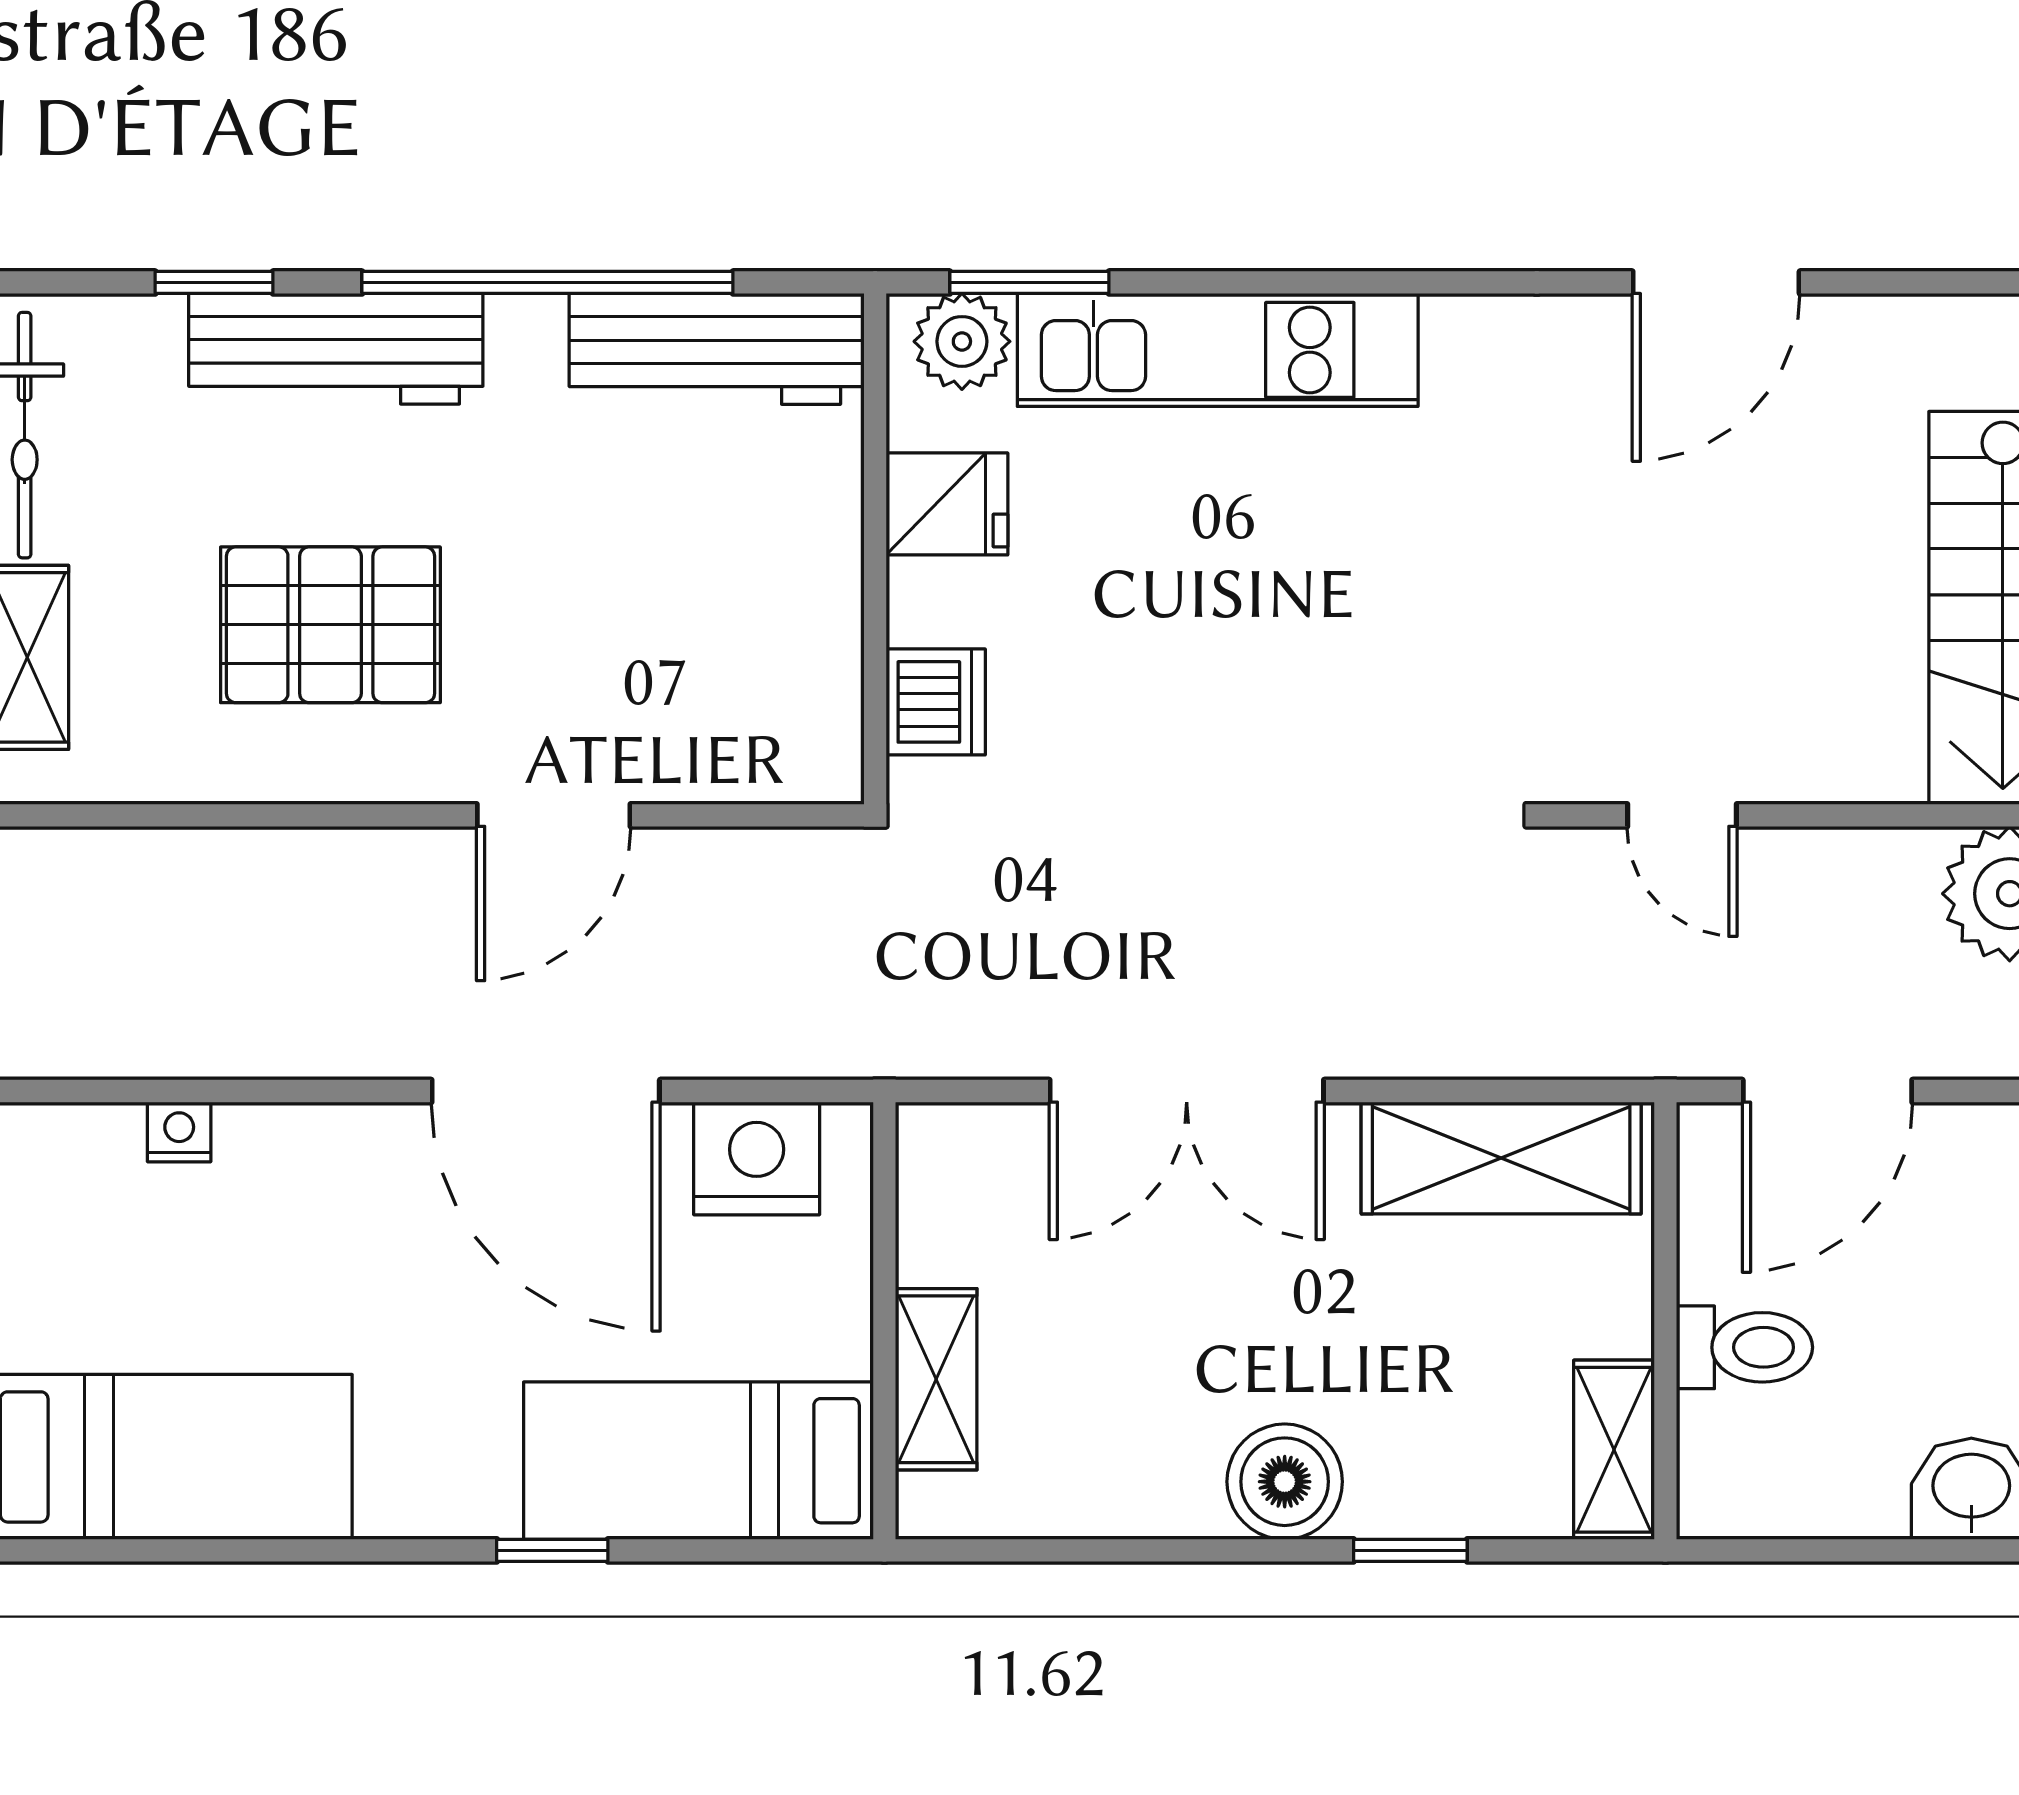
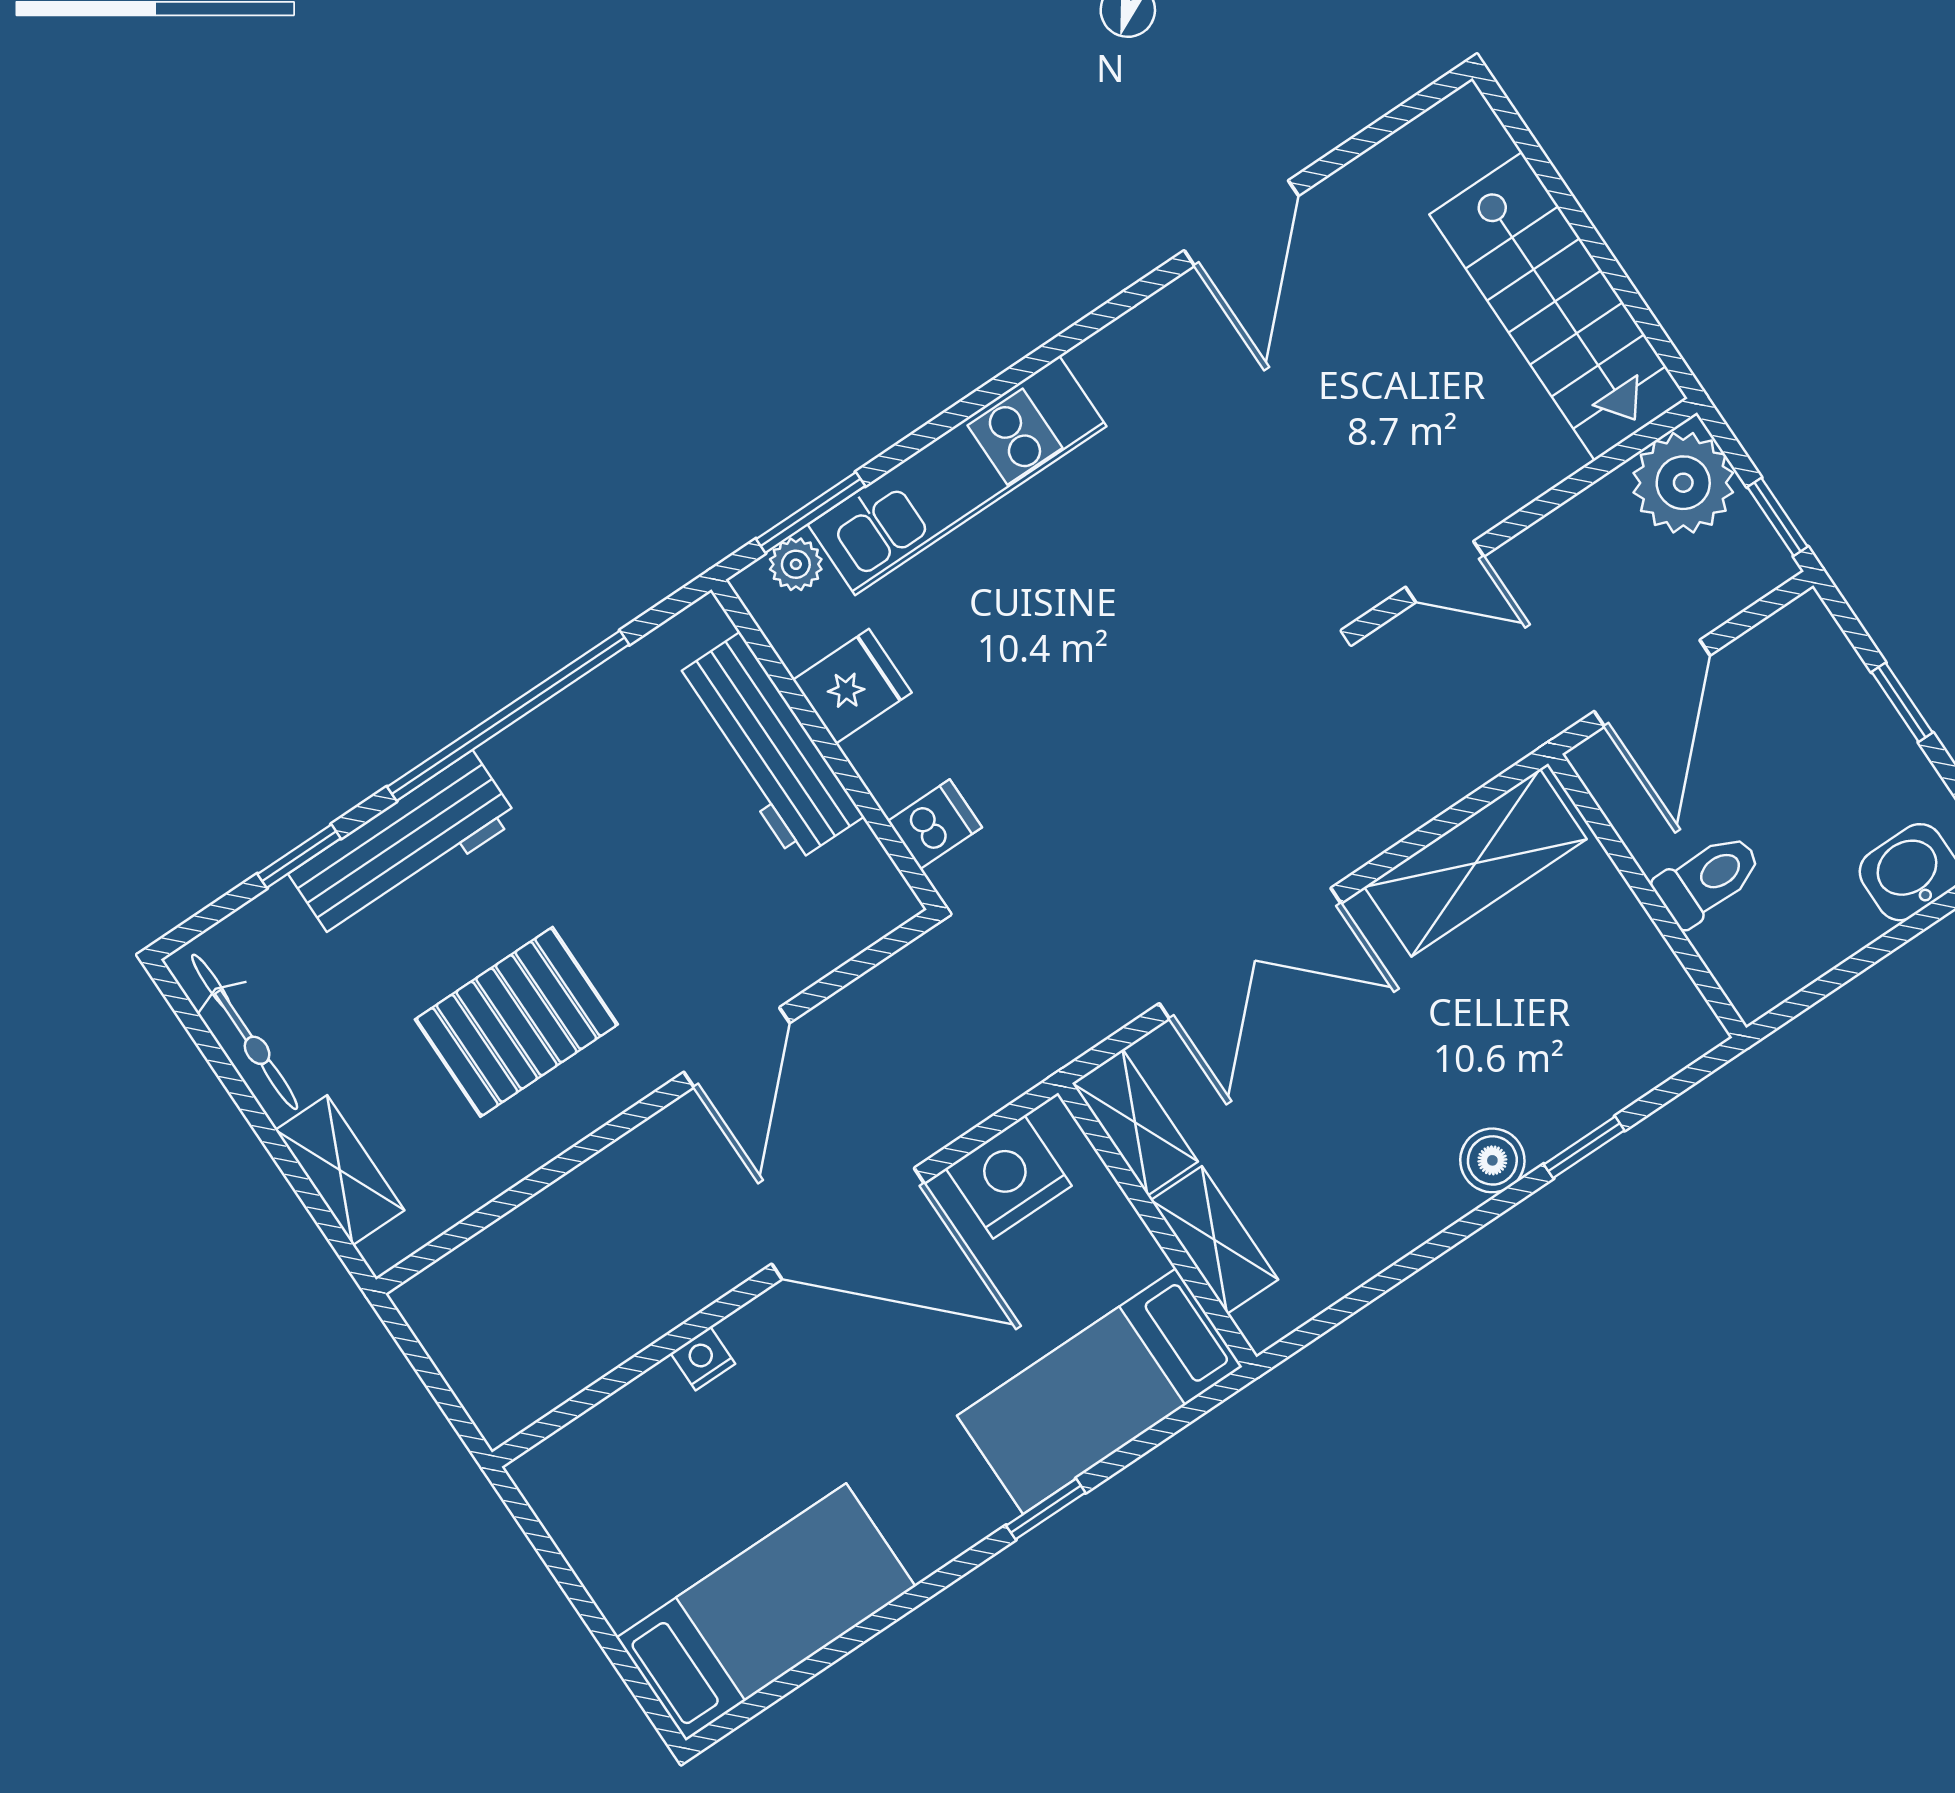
plant: (962, 341) -> (796, 564), width x0.73, depth x0.73
workbench: (717, 349) -> (767, 747), moved, turned 90
dishwasher: (936, 702) -> (935, 824), width x0.73
nightstand: (179, 1132) -> (703, 1358), moved
shelving: (1614, 1450) -> (1135, 1122), moved
boiler: (1285, 1482) -> (1492, 1160), width x0.73, depth x0.73

